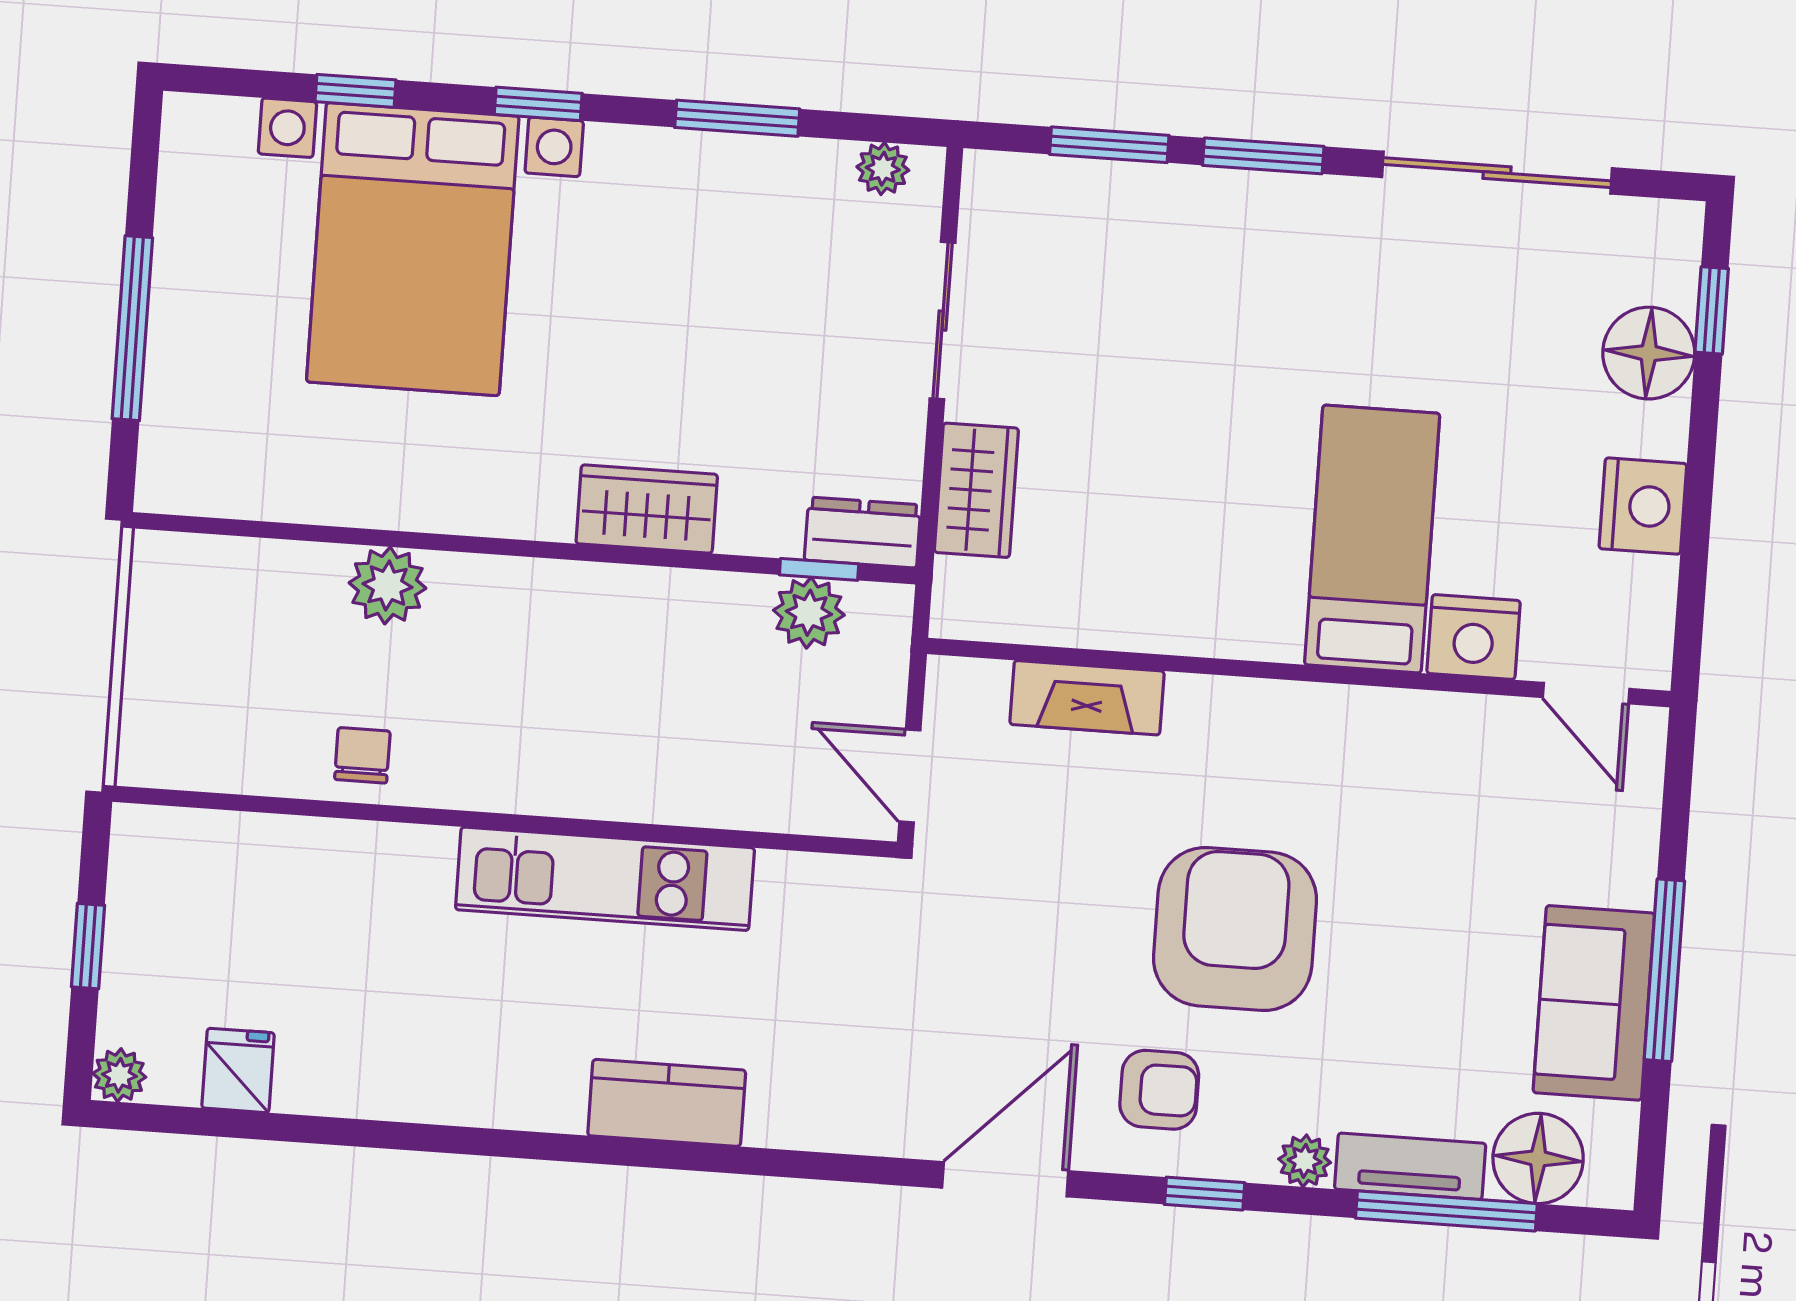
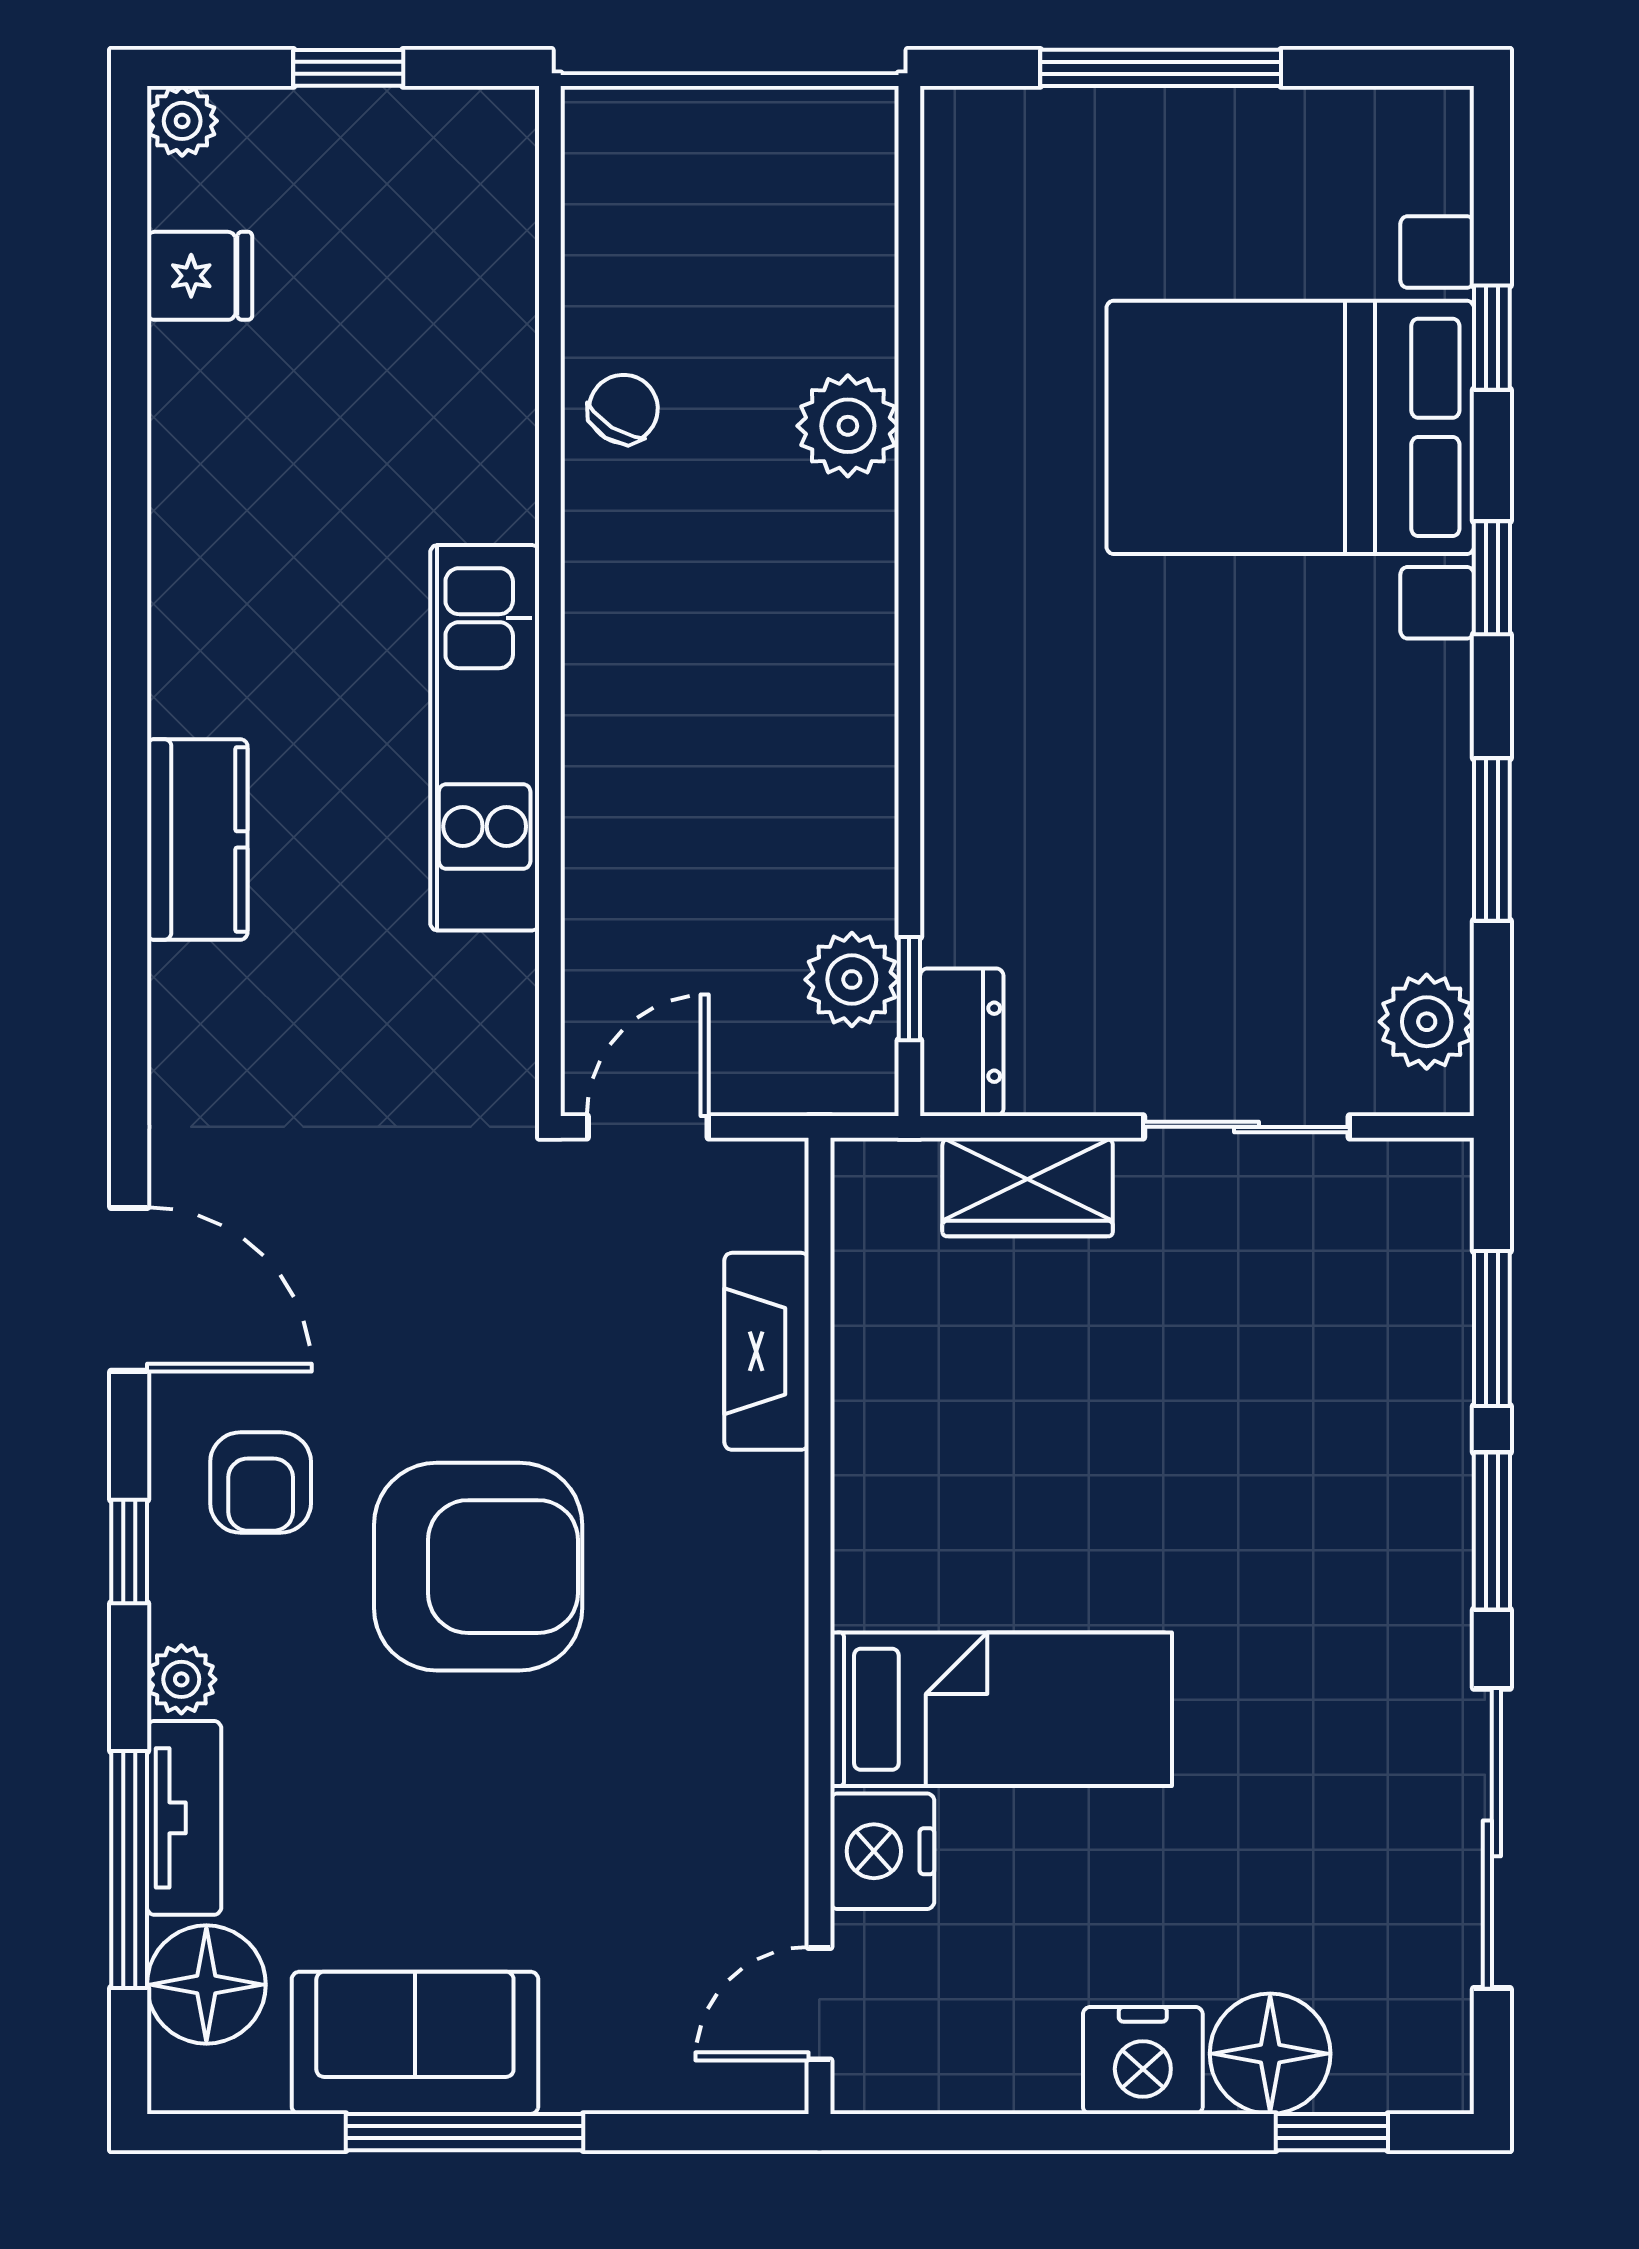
plant: (883, 169) -> (1427, 1022), width x1.38, depth x1.38
nightstand: (1643, 506) -> (1143, 2060), moved
wardrobe: (647, 509) -> (972, 758), removed
chair: (362, 755) -> (623, 409), turned -58

